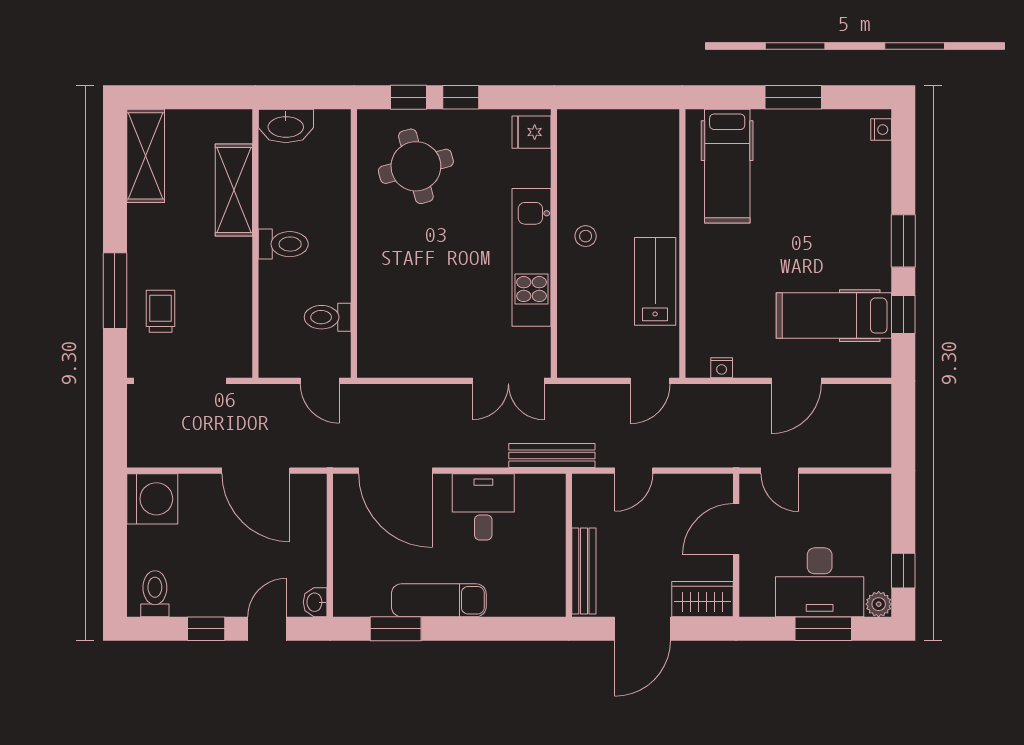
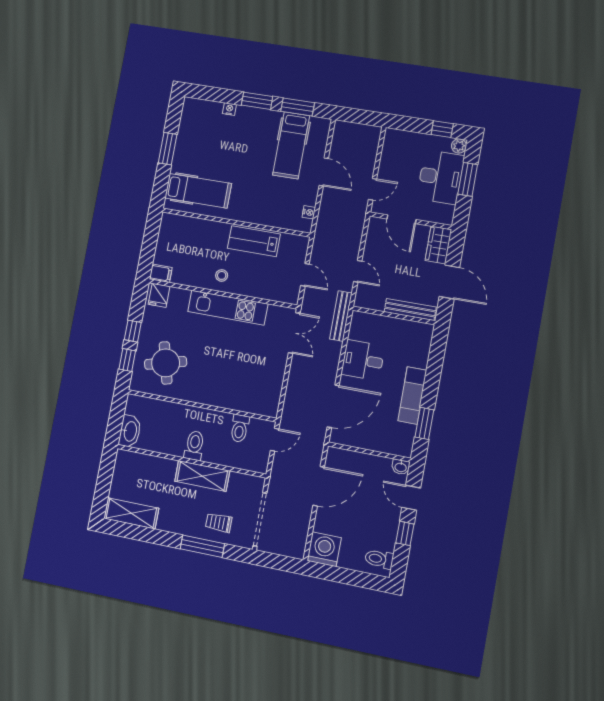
filing cabinet: (571, 128) -> (161, 273), added
nightstand: (881, 130) -> (229, 109), moved
shelving: (234, 190) -> (202, 476), moved
window: (903, 314) -> (298, 107), width x1.50
door: (650, 381) -> (305, 275), moved

